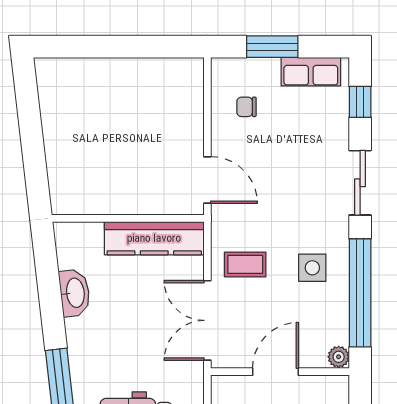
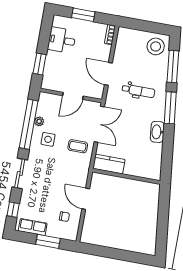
door: (207, 180) -> (86, 199), moved
kitchen counter: (154, 238) -> (109, 164), width x0.67
washbasin: (75, 293) -> (157, 132), moved
plant: (339, 357) -> (39, 121), moved

